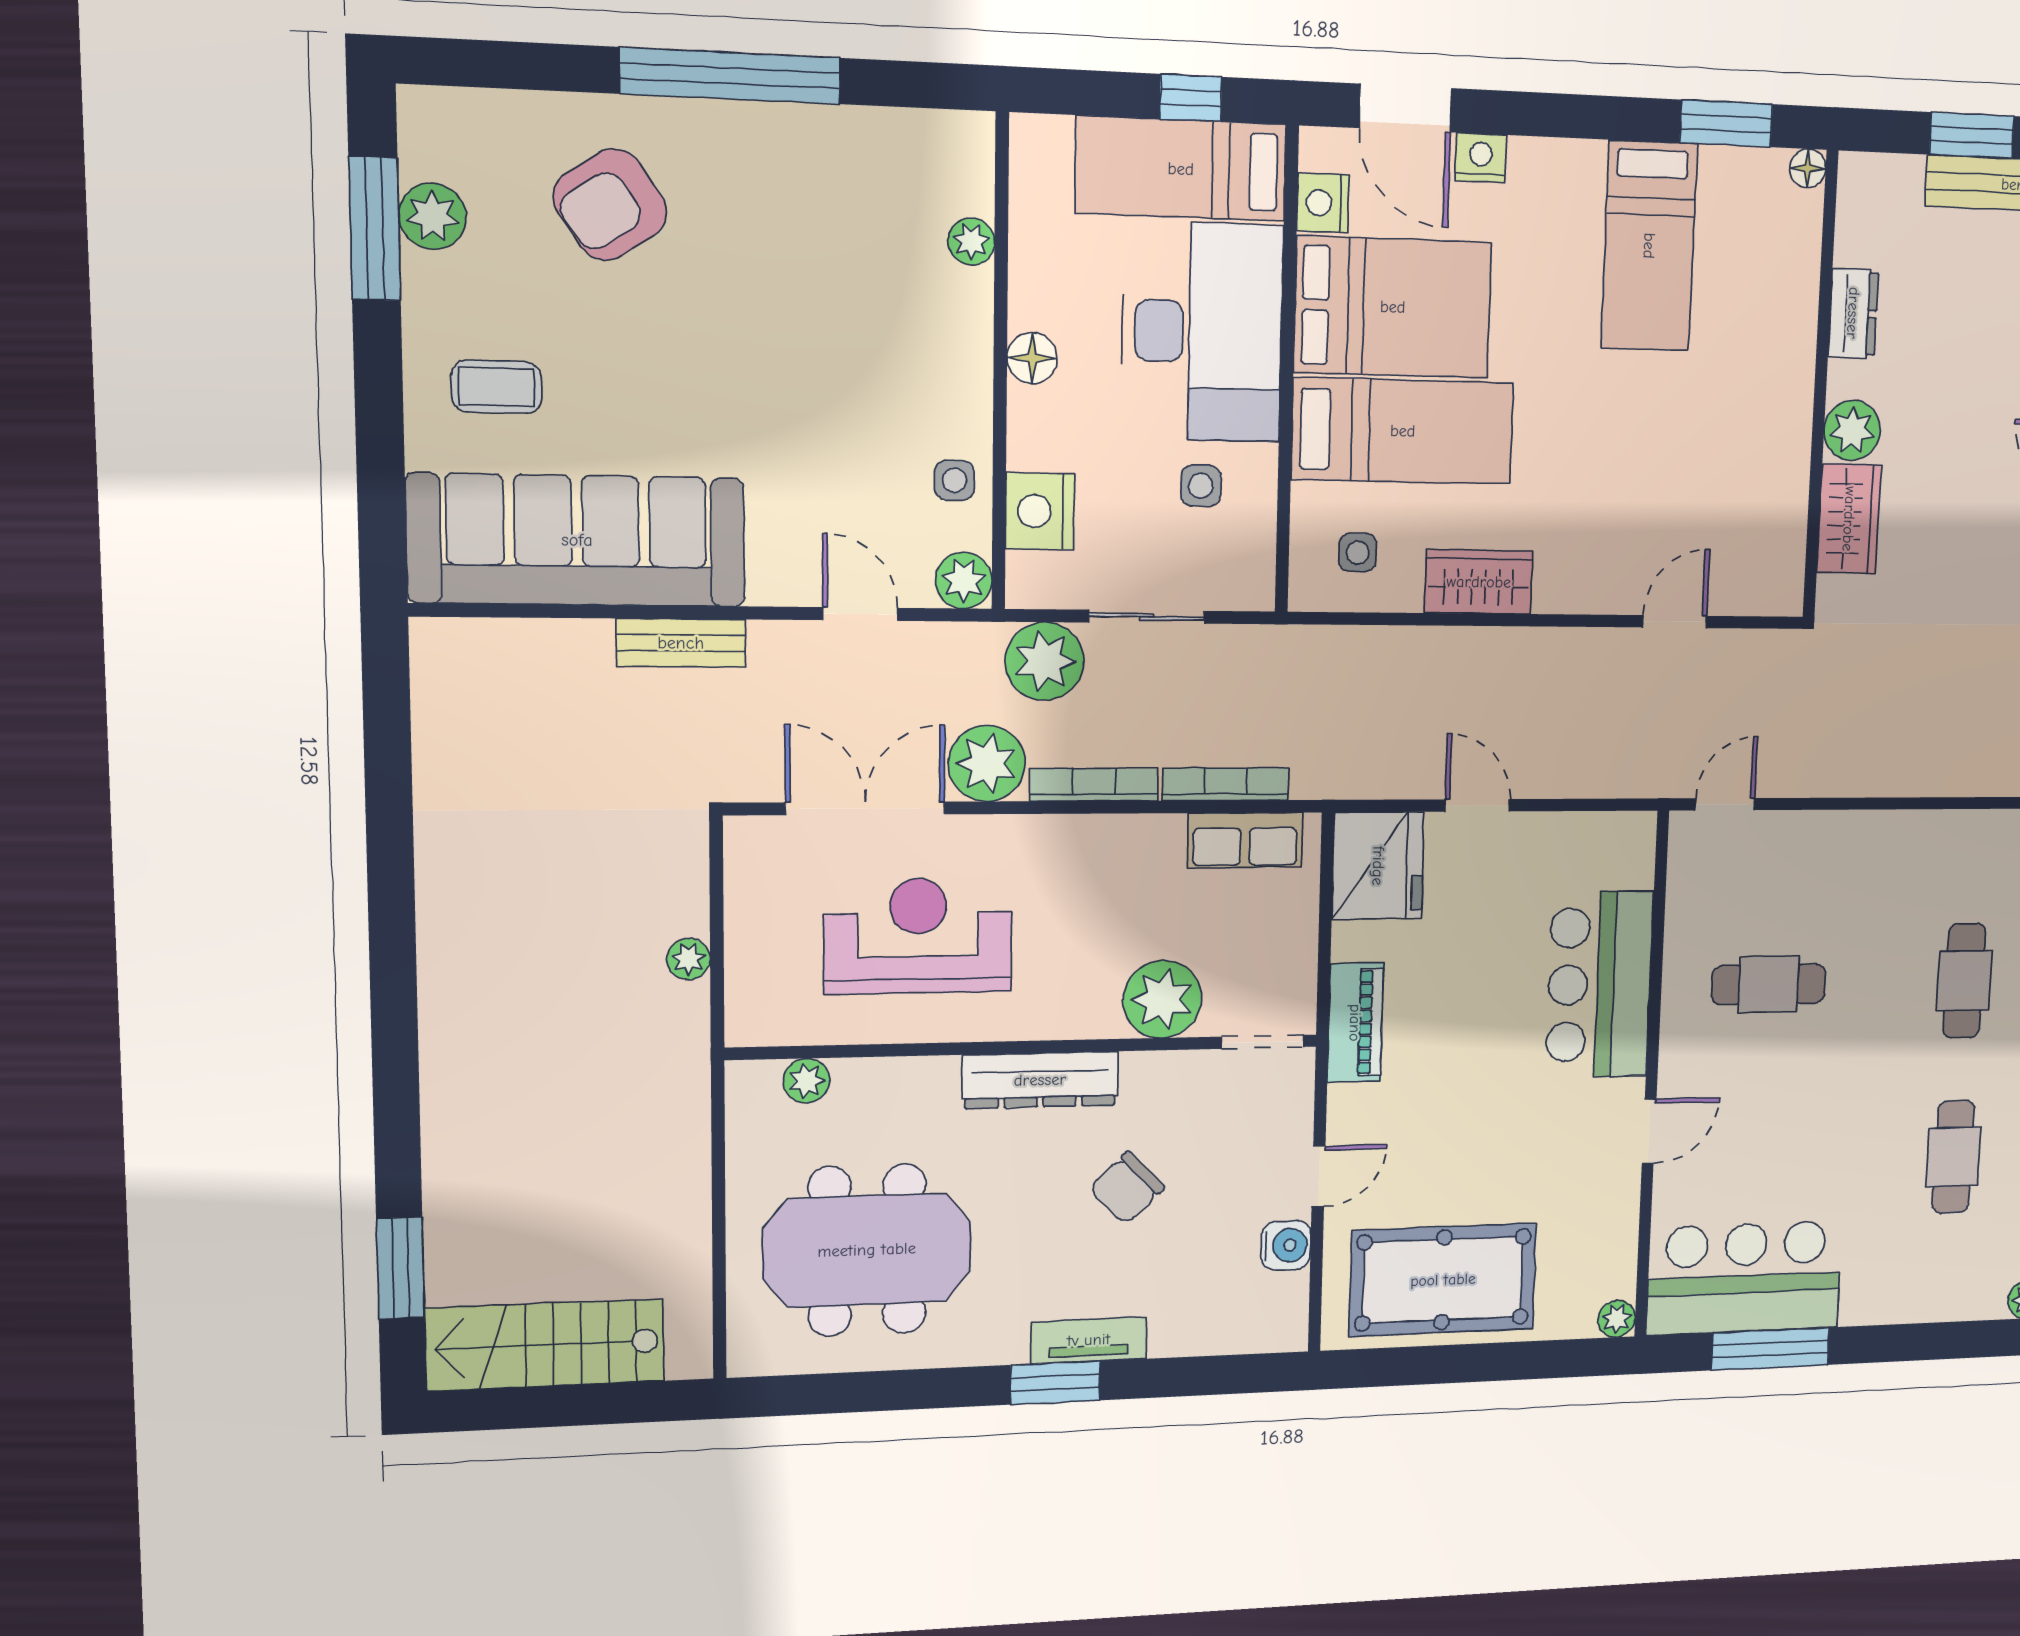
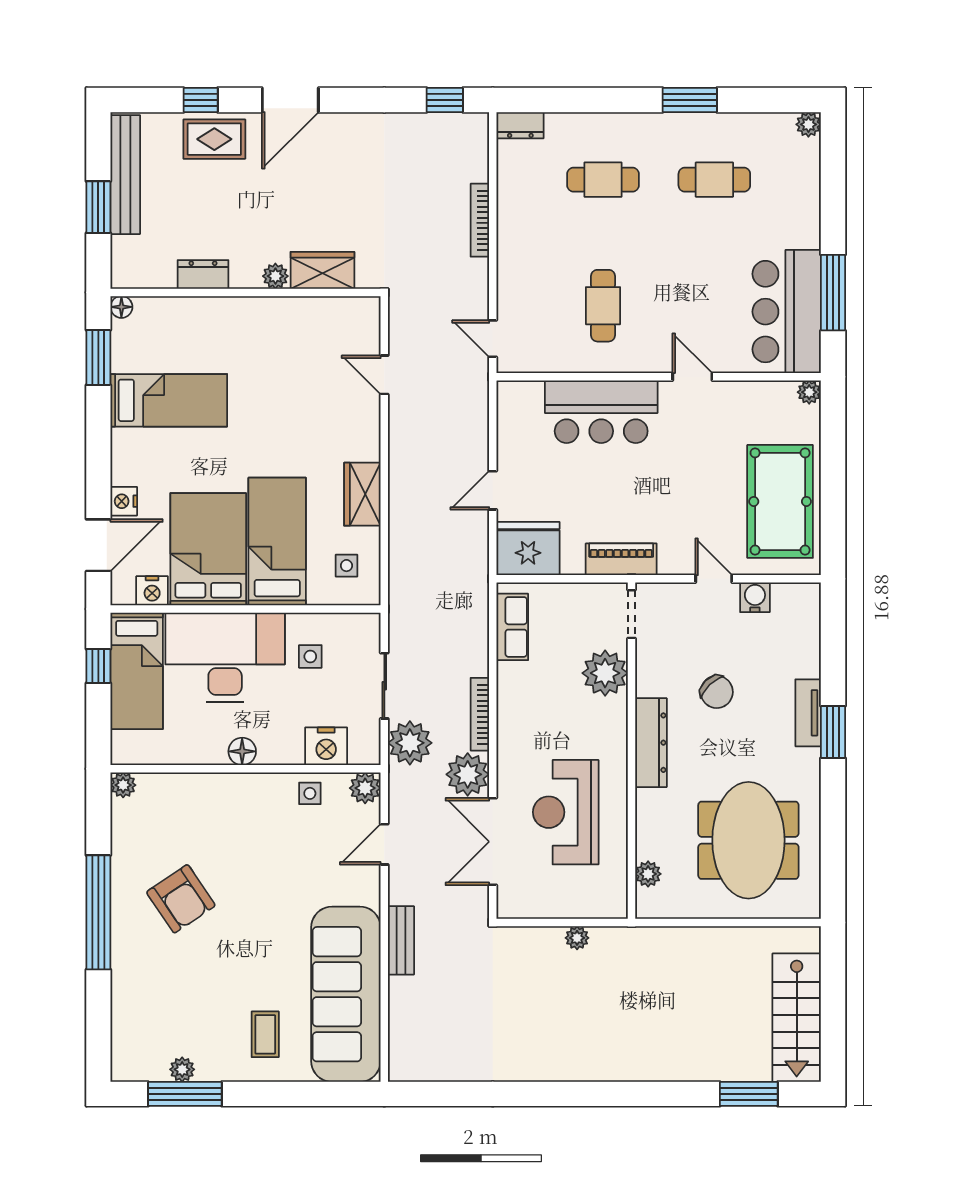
armchair: (610, 205) -> (181, 899), moved
plant: (433, 216) -> (182, 1069), width x0.73, depth x0.73
plant: (971, 241) -> (123, 785), moved
plant: (1852, 430) -> (275, 276), width x0.73, depth x0.73
bookcase: (1226, 784) -> (480, 220), moved

